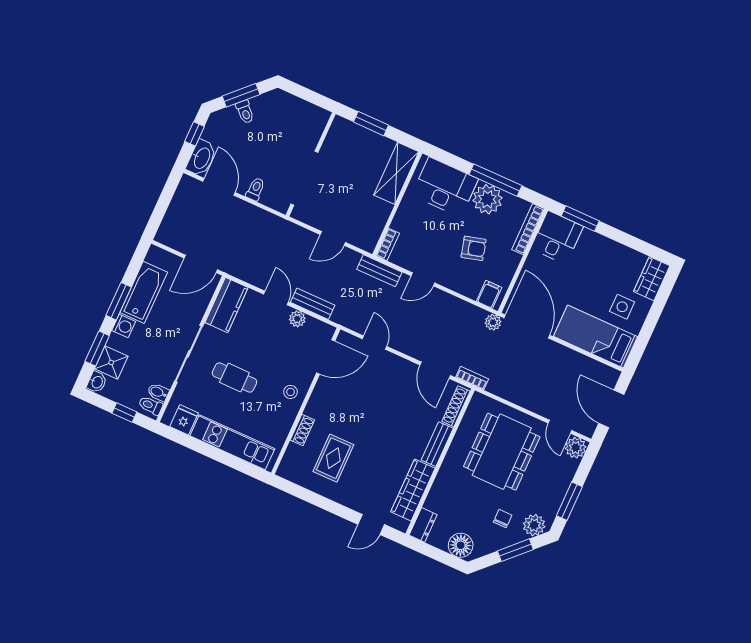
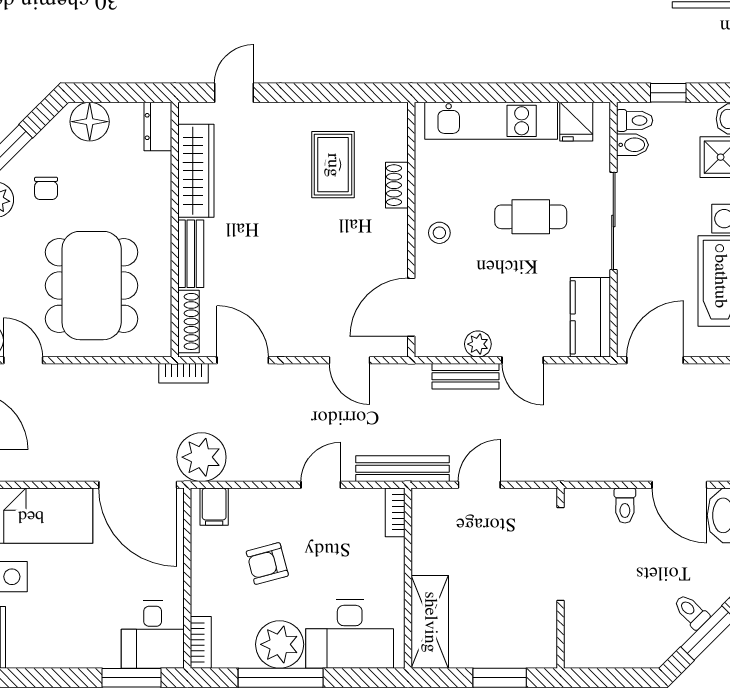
bookcase: (528, 229) -> (201, 642), width x0.64
bench: (379, 271) -> (402, 469), width x1.36
plant: (493, 322) -> (201, 457), width x1.87, depth x1.87

